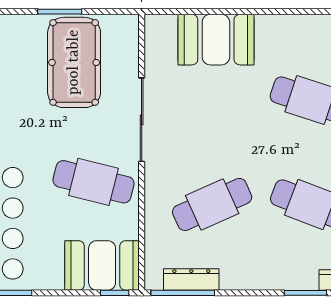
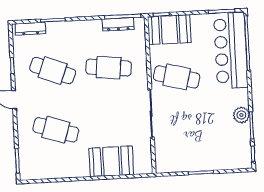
pool table: (74, 62) -> (191, 144), removed
cafe table: (212, 204) -> (109, 68), turned 30

